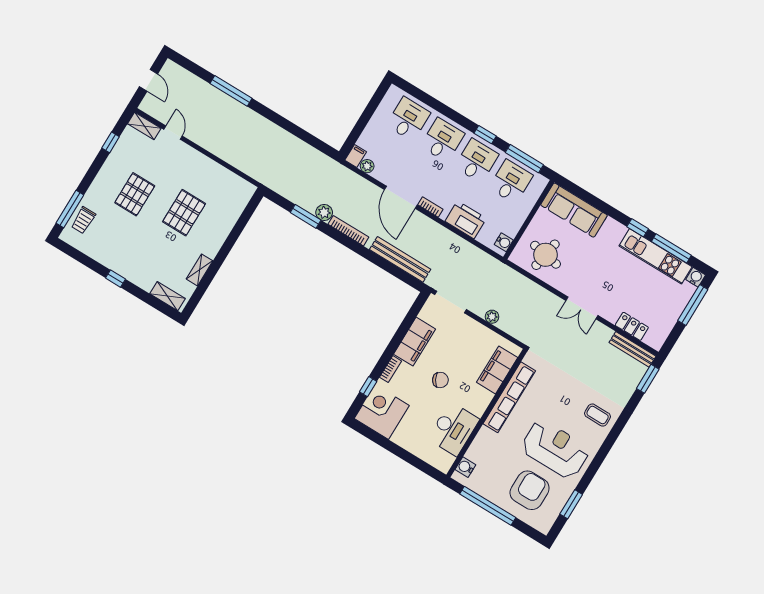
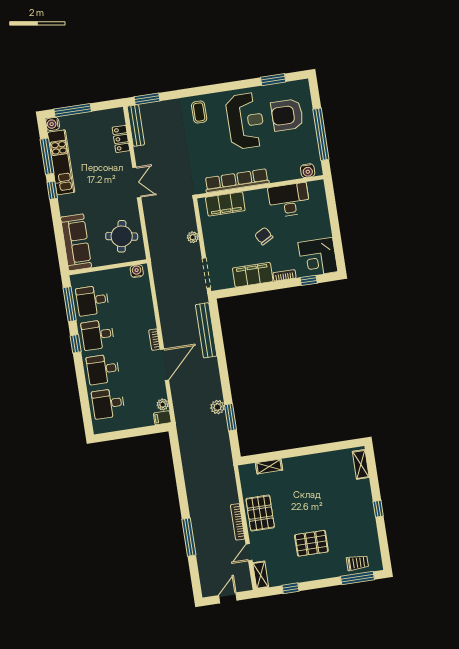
pallet: (184, 213) -> (260, 513), moved, turned 90
printer: (466, 220) -> (143, 309), removed
bookcase: (348, 231) -> (238, 522), moved
shelving: (199, 270) -> (269, 466), moved
reception desk: (555, 449) -> (245, 121), turned 180

